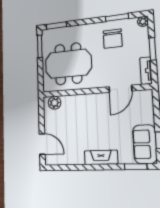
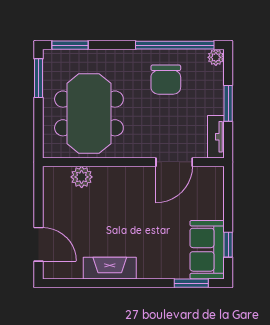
window: (117, 17) -> (175, 45), width x2.11
meeting table: (68, 64) -> (89, 113), turned 90
plant: (55, 103) -> (82, 177), moved
fireplace: (101, 157) -> (110, 268), moved

